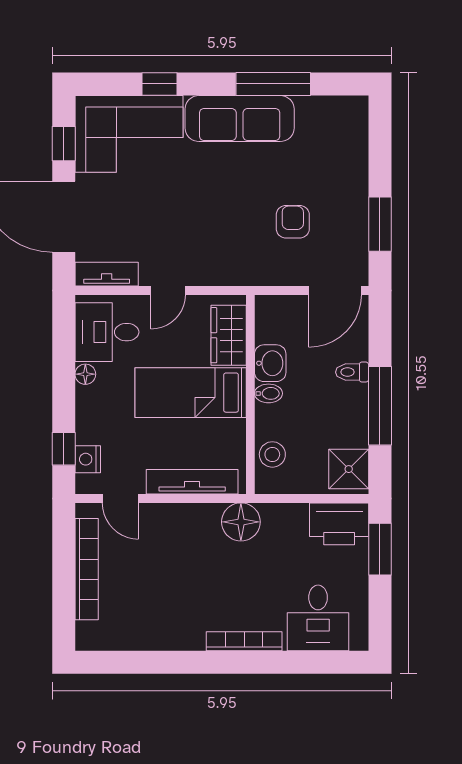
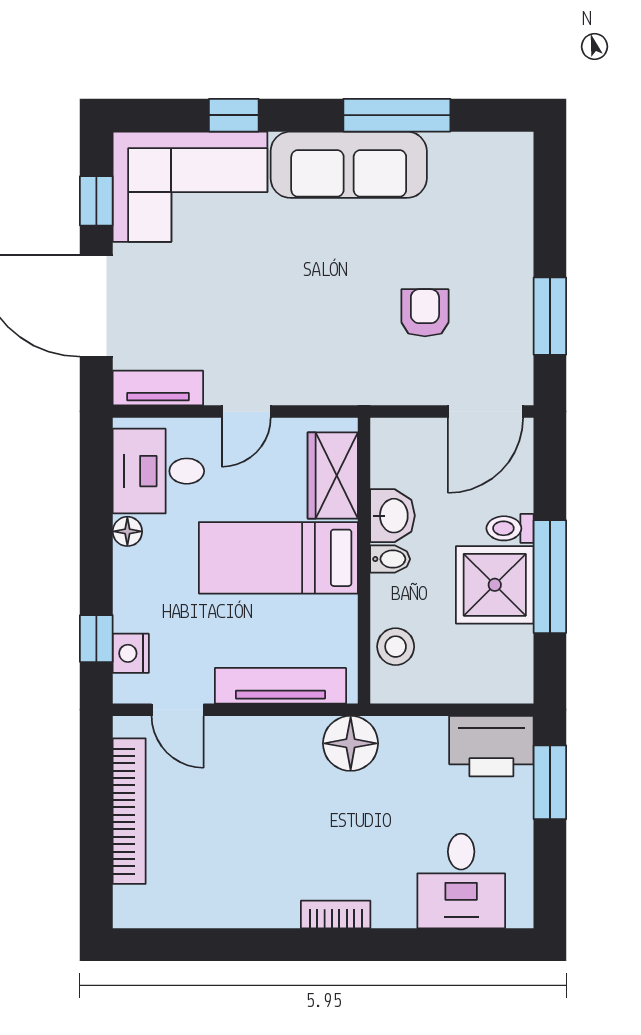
shower: (349, 469) -> (495, 585), moved, width x1.36, depth x1.36
bookcase: (244, 641) -> (336, 914), width x0.64

